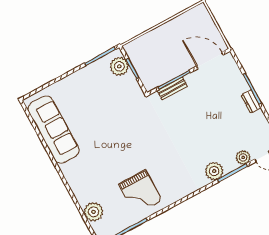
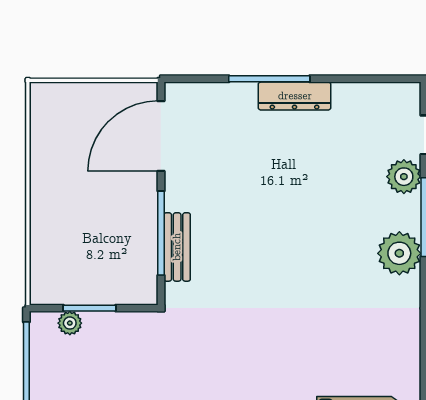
plant: (119, 66) -> (70, 323), width x0.53, depth x0.53
dresser: (251, 101) -> (295, 96), width x1.44

